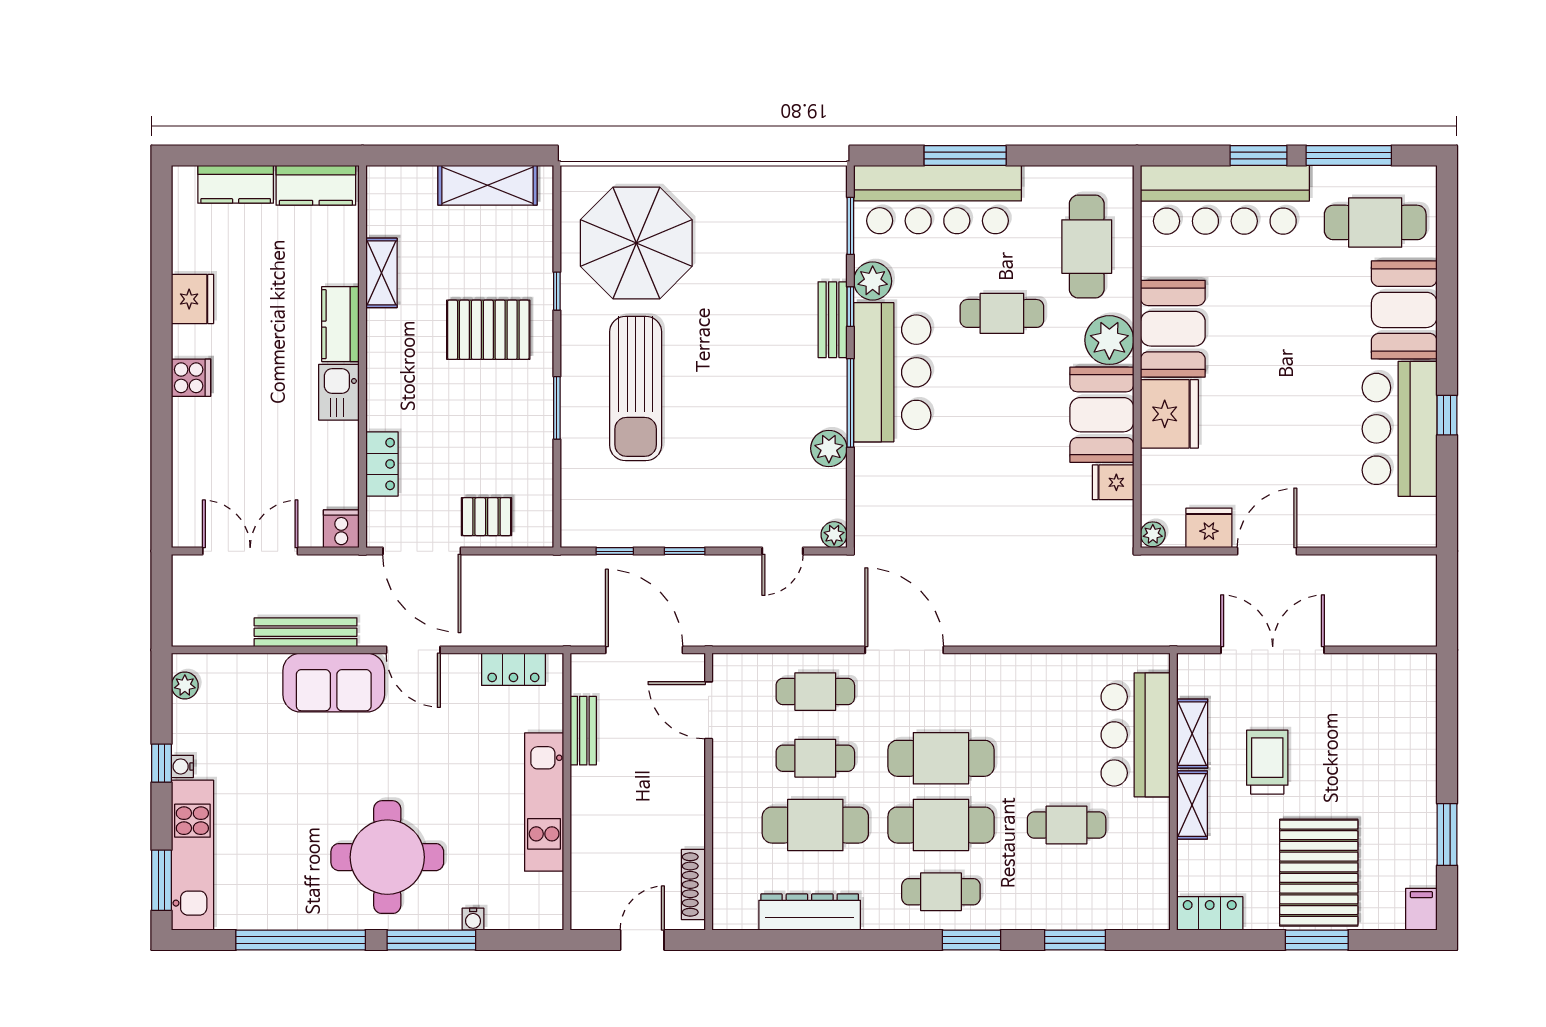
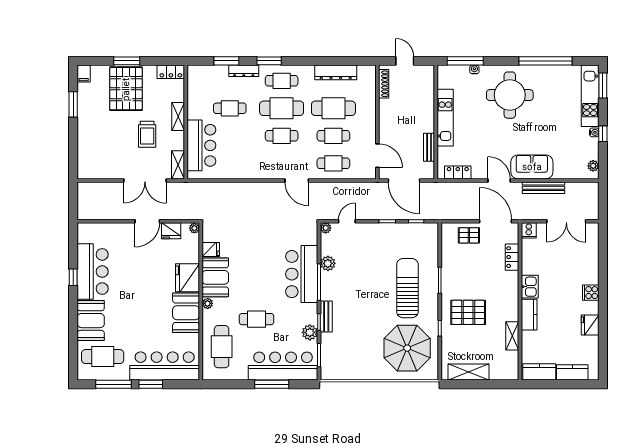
plant: (1109, 340) -> (208, 303), width x0.53, depth x0.53
bar counter: (892, 372) -> (302, 274), moved
door: (904, 650) -> (297, 180), width x0.73
shelving: (1192, 734) -> (178, 165), moved
cafe table: (941, 758) -> (282, 136), width x0.73, depth x0.74
dresser: (1033, 916) -> (244, 71), added
window: (431, 940) -> (465, 61), moved
door: (642, 940) -> (405, 61), swing flipped

